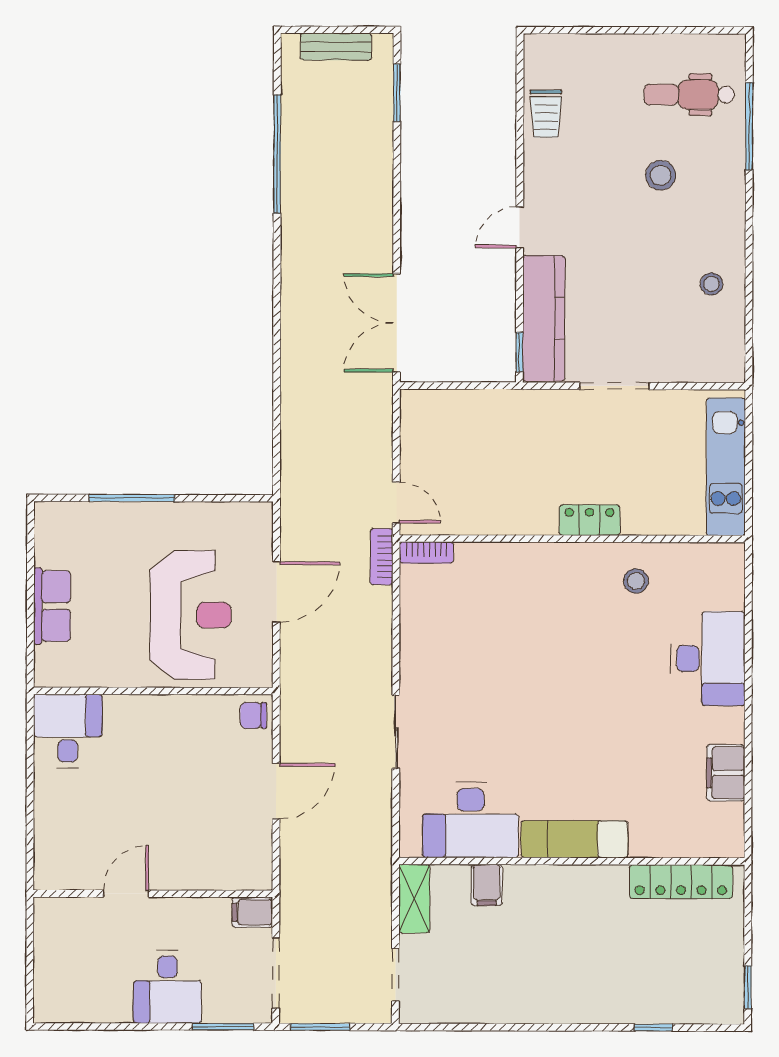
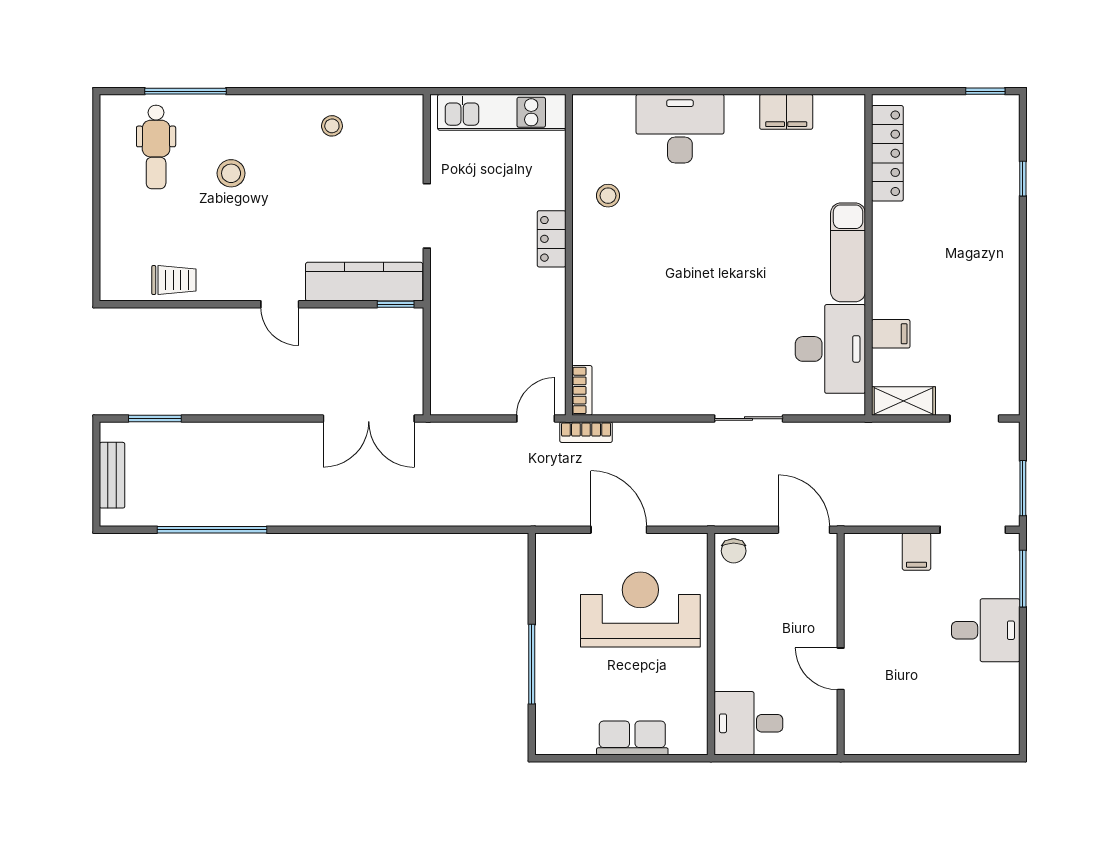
door: (126, 894) -> (841, 669), moved
wall: (153, 894) -> (841, 644), moved

